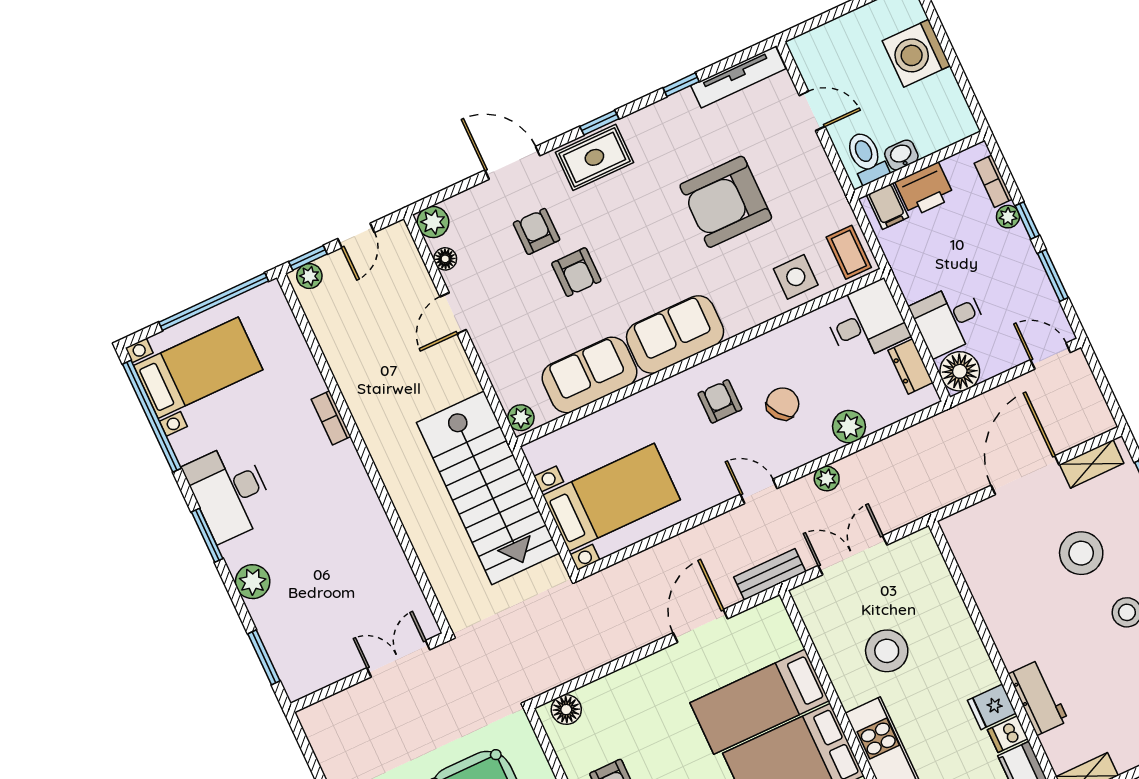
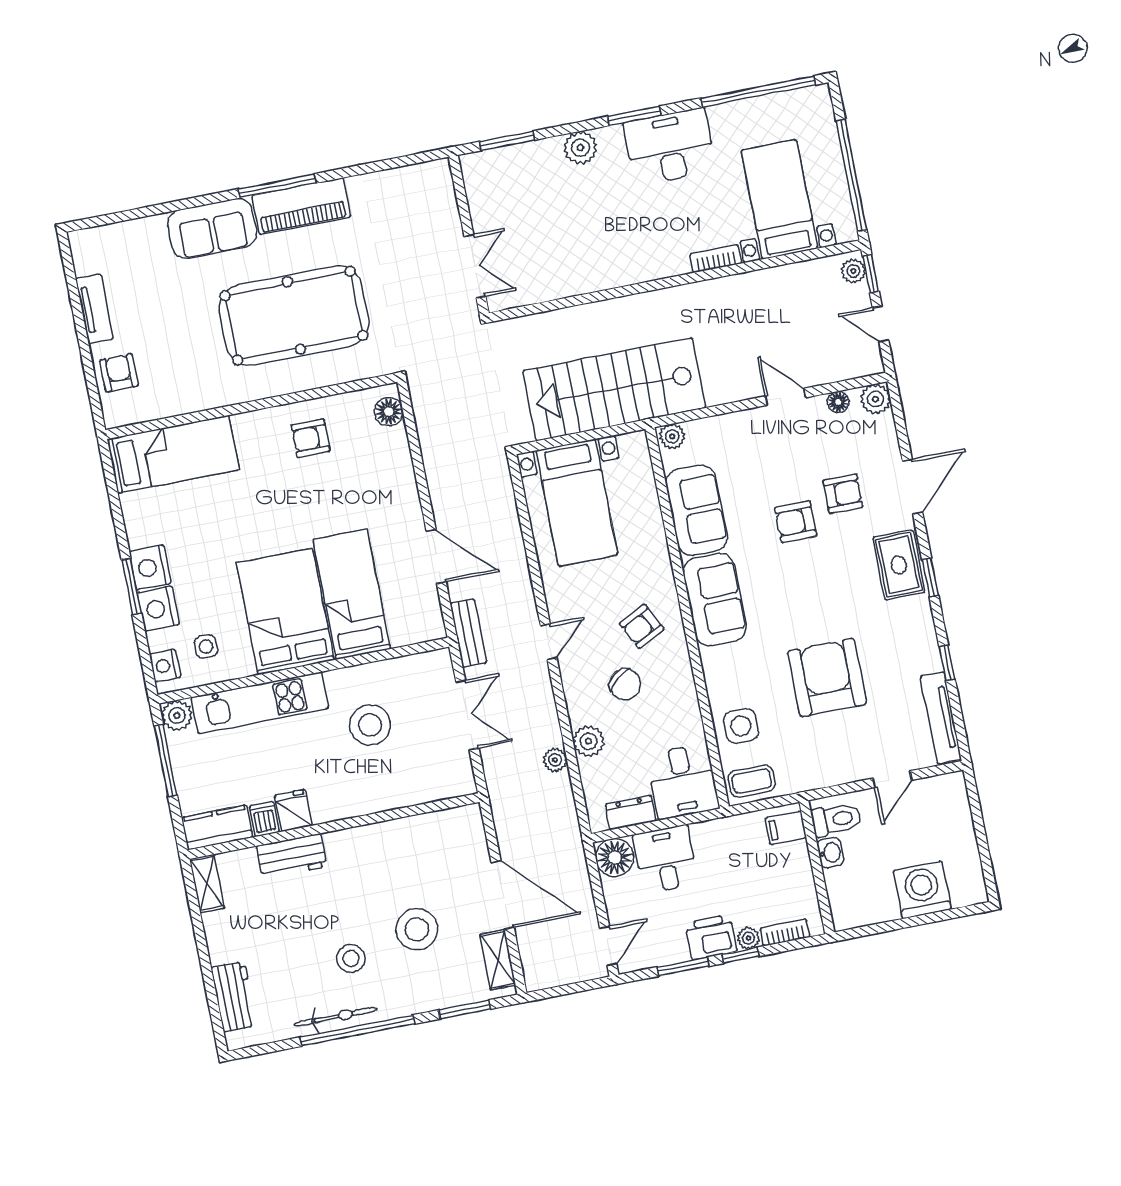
printer: (925, 190) -> (711, 937), moved, turned 90
bed with nightstands: (198, 368) -> (779, 199), moved, turned 180
armchair: (720, 401) -> (642, 626), turned 153
plant: (827, 479) -> (555, 760), moved

